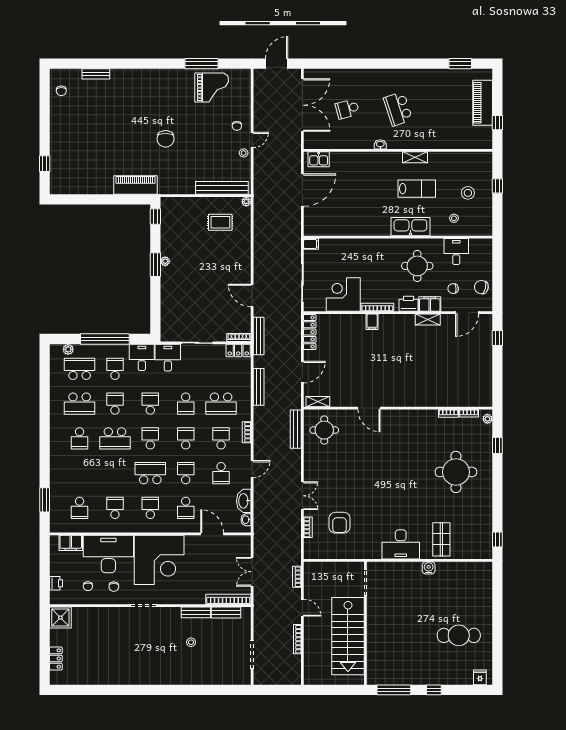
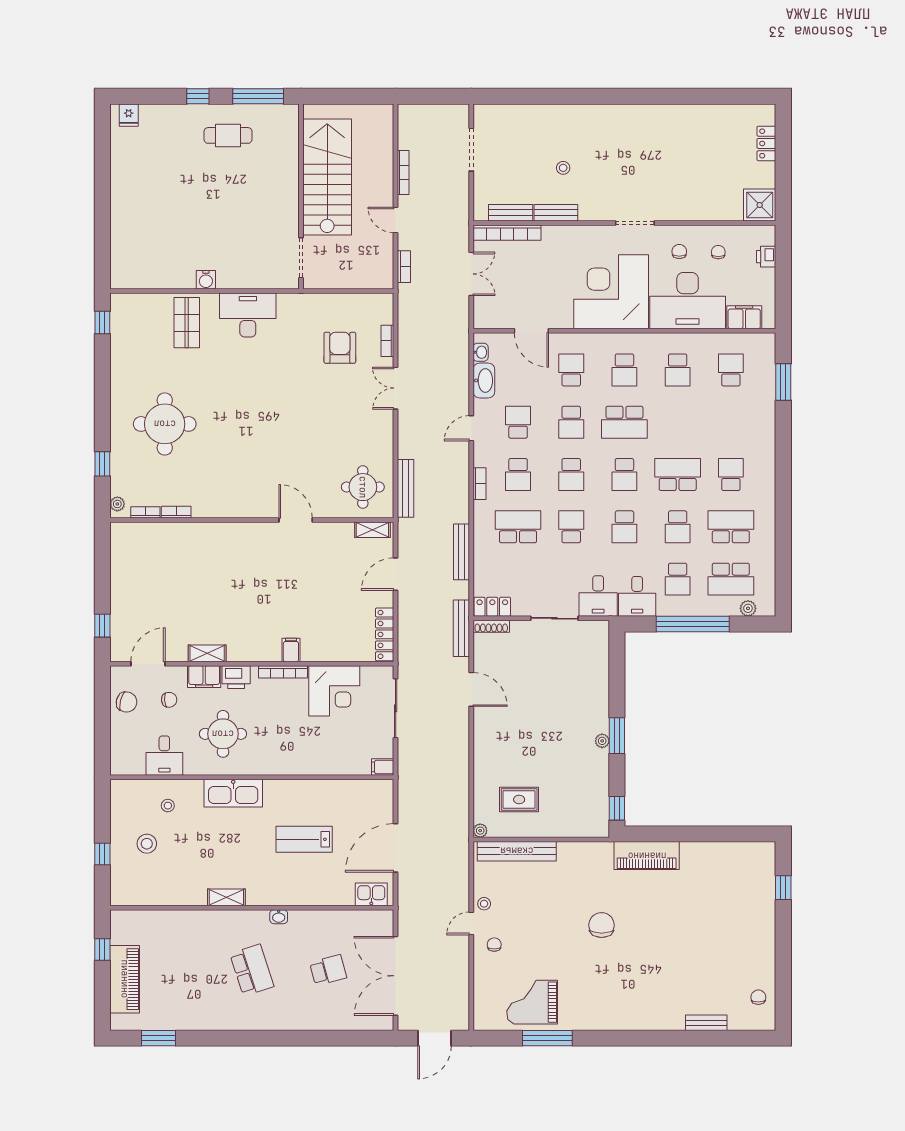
lab bench: (417, 189) -> (304, 839), moved
cafe table: (459, 635) -> (228, 135), moved, width x0.73, depth x0.74

